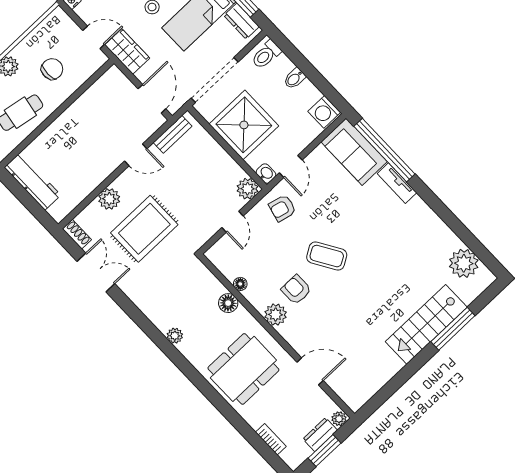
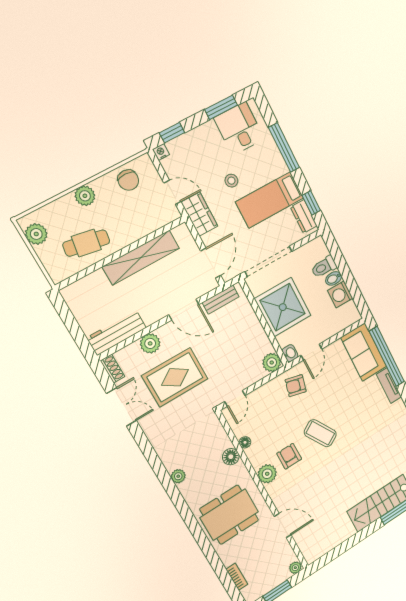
toilet: (266, 55) -> (324, 267), moved
chair: (52, 69) -> (128, 180), moved, turned 90
shelving: (78, 112) -> (141, 257), added
washing machine: (324, 112) -> (340, 294), moved
door: (136, 155) -> (184, 310), width x1.38
workbench: (33, 181) -> (117, 333), moved, turned -90
door: (232, 222) -> (235, 398), moved
dresser: (320, 435) -> (277, 578), removed

